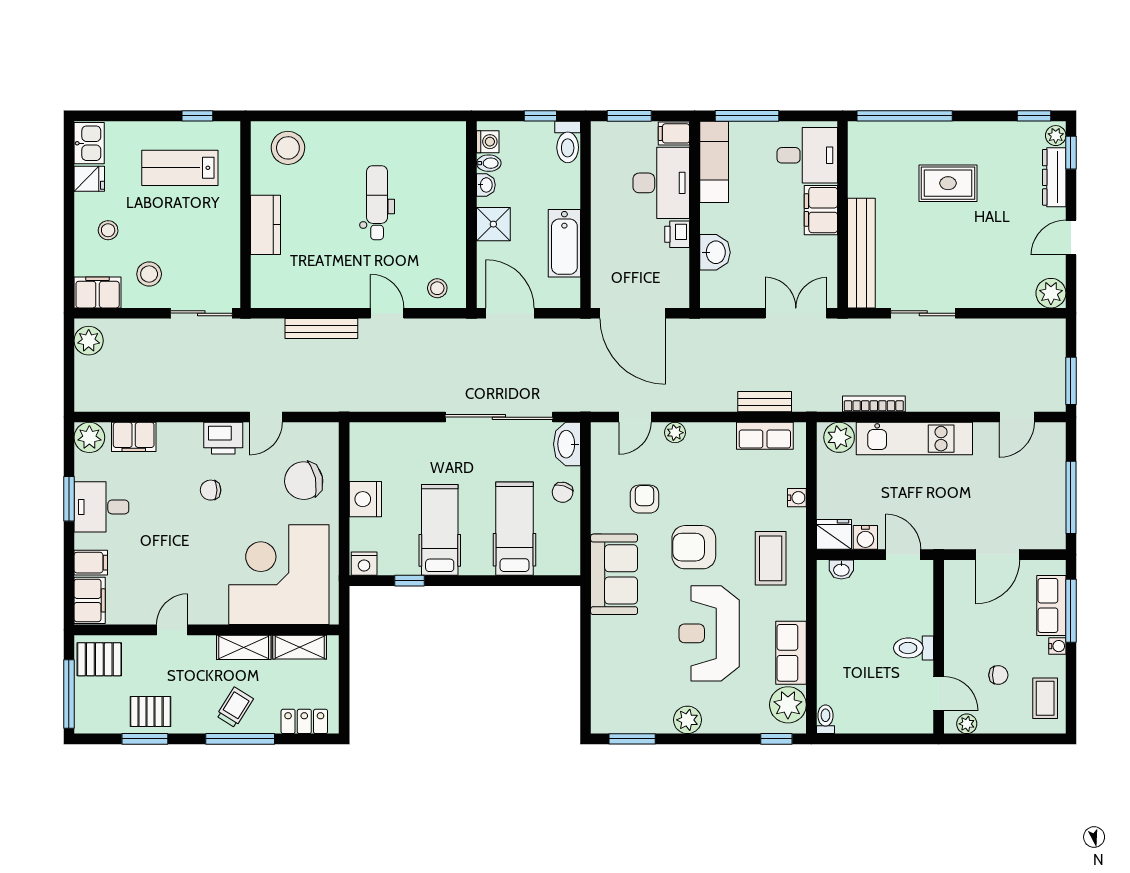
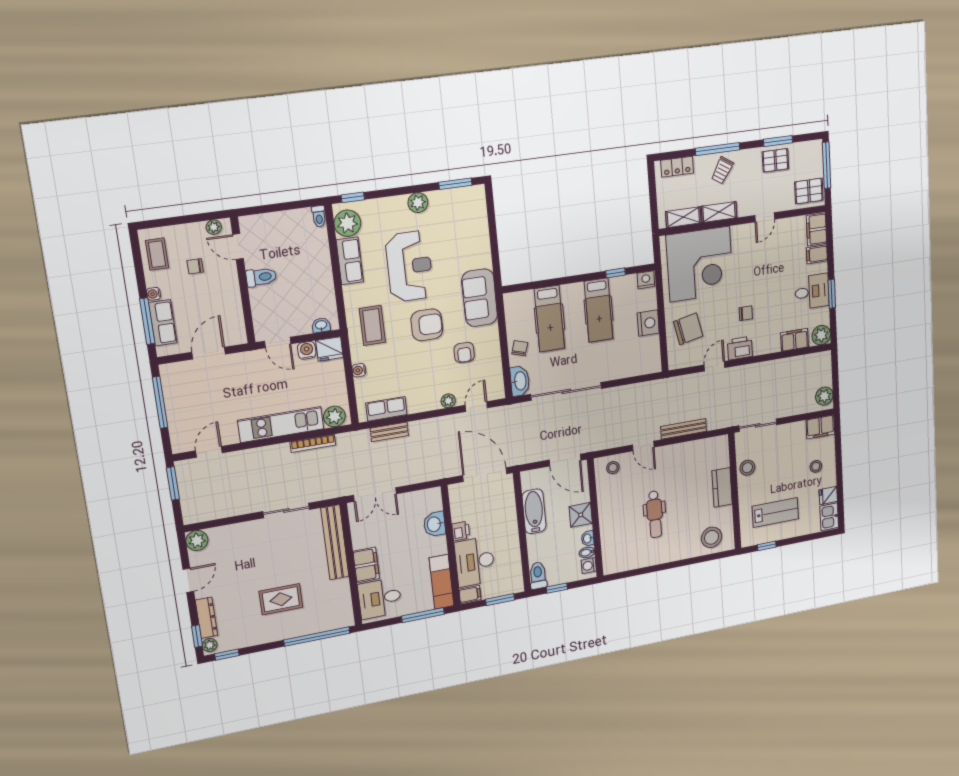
stool: (149, 274) -> (747, 468), moved

